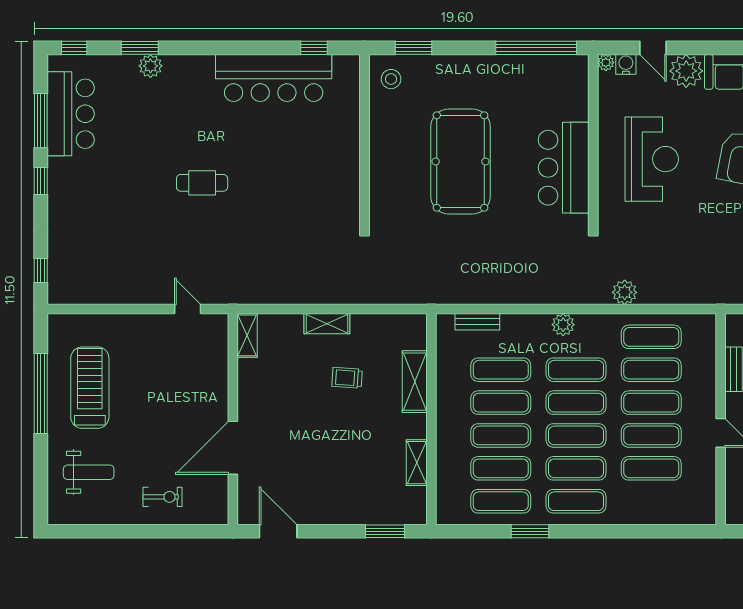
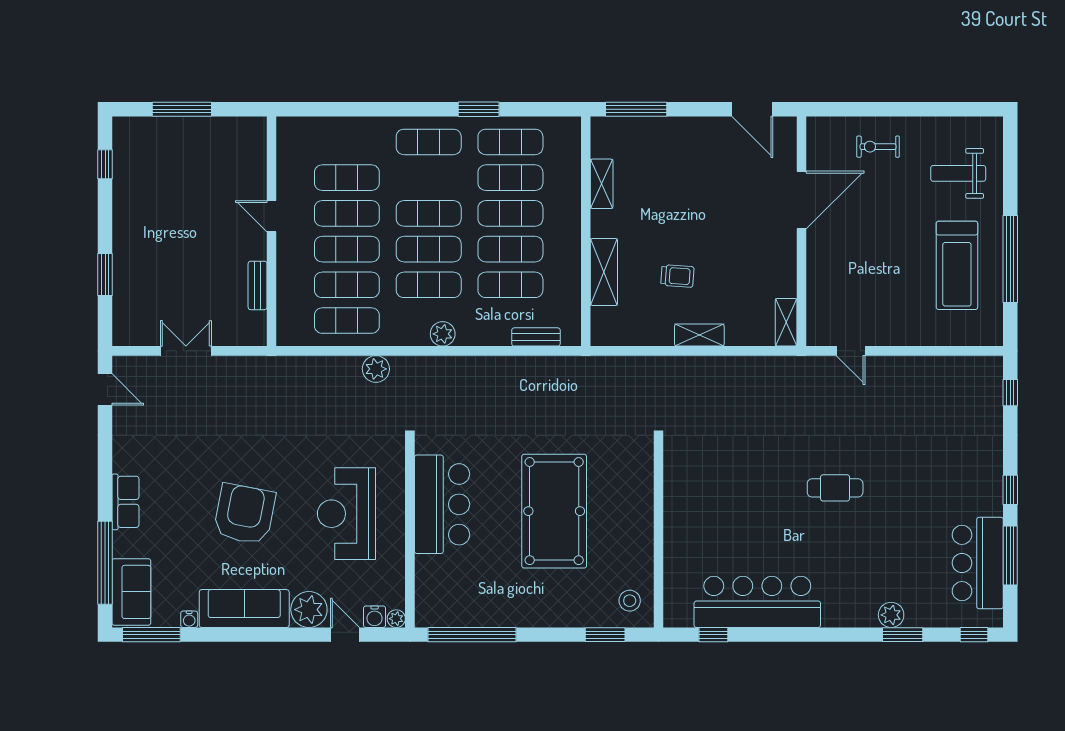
exercise mat: (576, 468) -> (429, 178), removed
window: (385, 531) -> (636, 109), width x1.44

